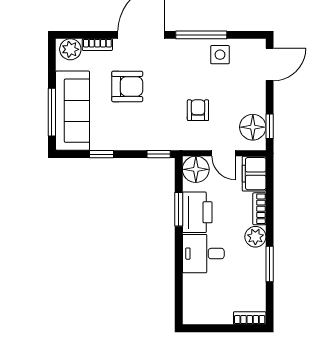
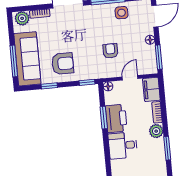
armchair: (127, 86) -> (63, 64), moved
window: (270, 126) -> (159, 57), width x1.50
floor lamp: (253, 127) -> (150, 40), moved, width x0.53, depth x0.53
door: (224, 153) -> (130, 78), swing flipped
floor lamp: (196, 169) -> (108, 86), width x0.53, depth x0.53

